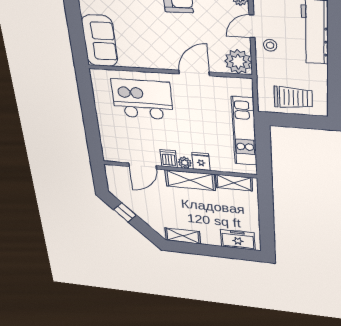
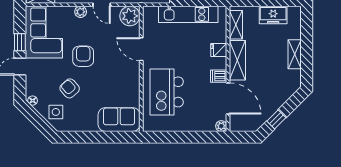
plant: (185, 163) -> (221, 126), moved
door: (143, 166) -> (228, 98), width x1.36
shelving: (183, 236) -> (295, 54), moved
freezer: (238, 240) -> (273, 15), moved, turned -90

